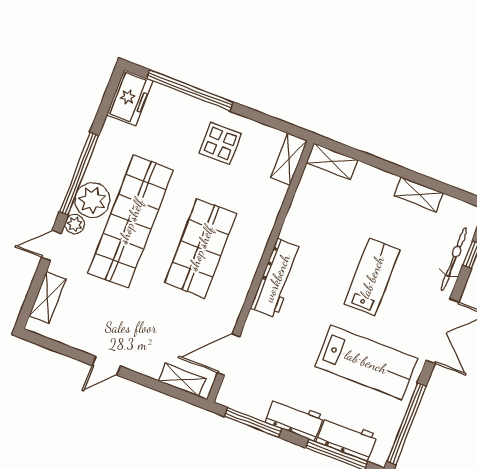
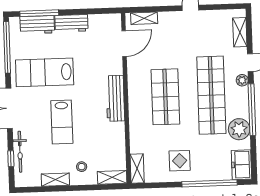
stool: (371, 197) -> (82, 167), added
plant: (92, 200) -> (239, 129), moved
window: (253, 422) -> (94, 11), removed

